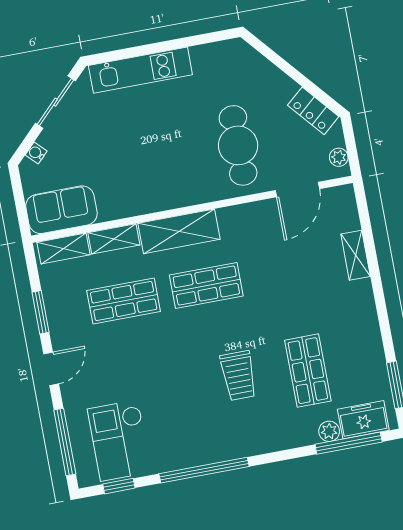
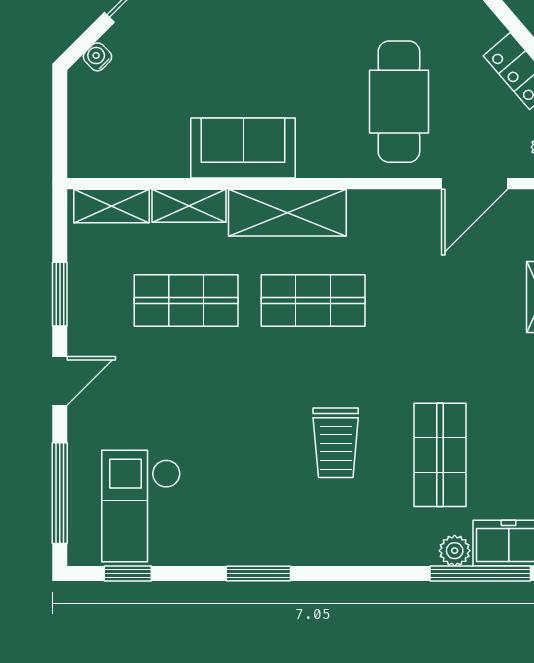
sofa: (61, 210) -> (243, 148), moved
window: (204, 470) -> (258, 574), width x0.47

